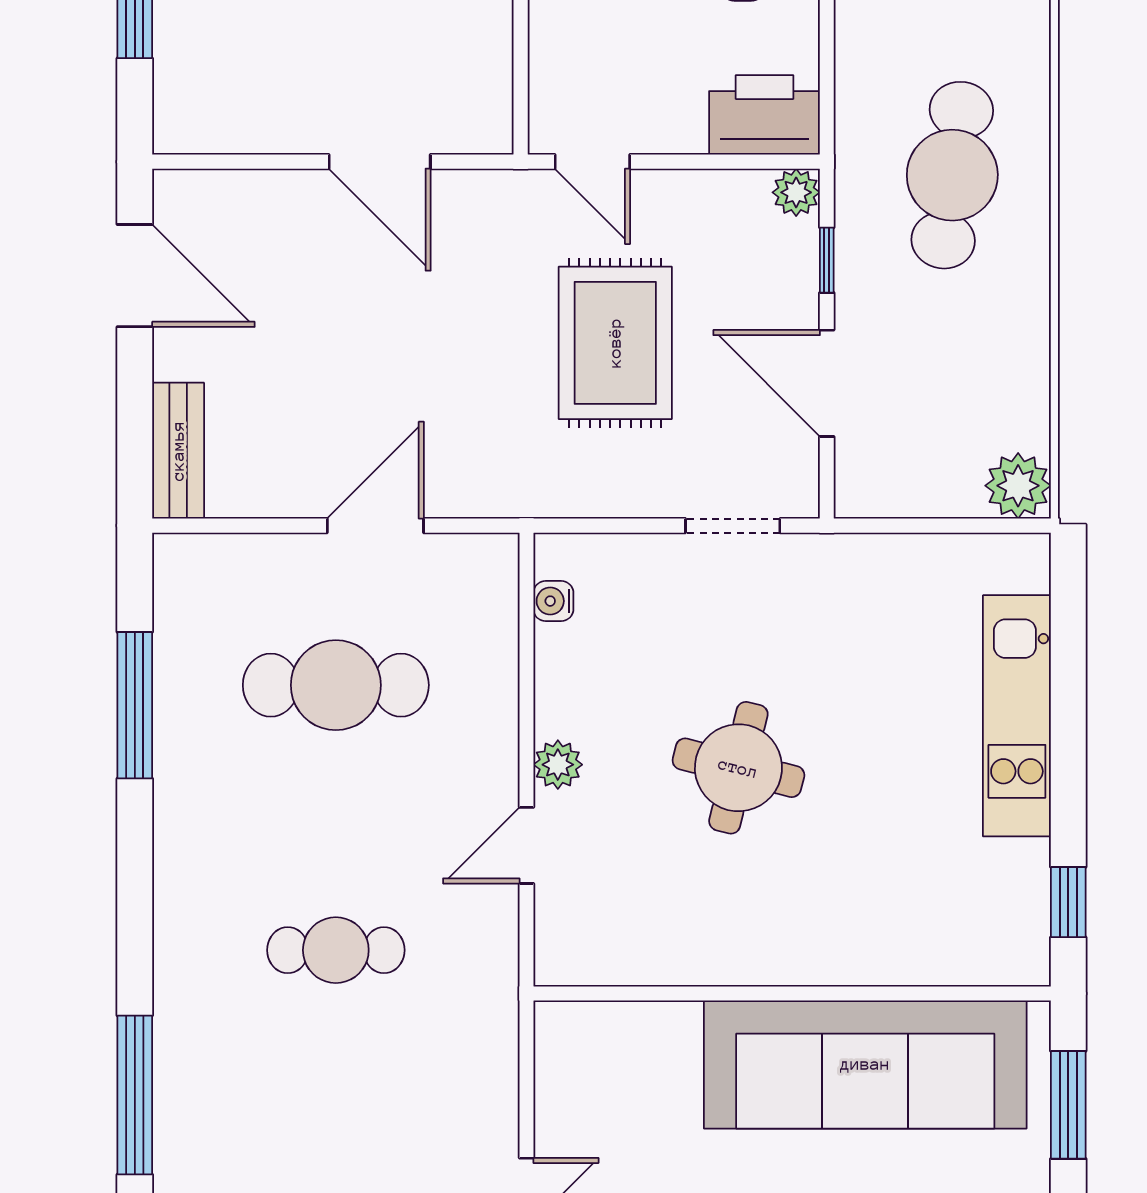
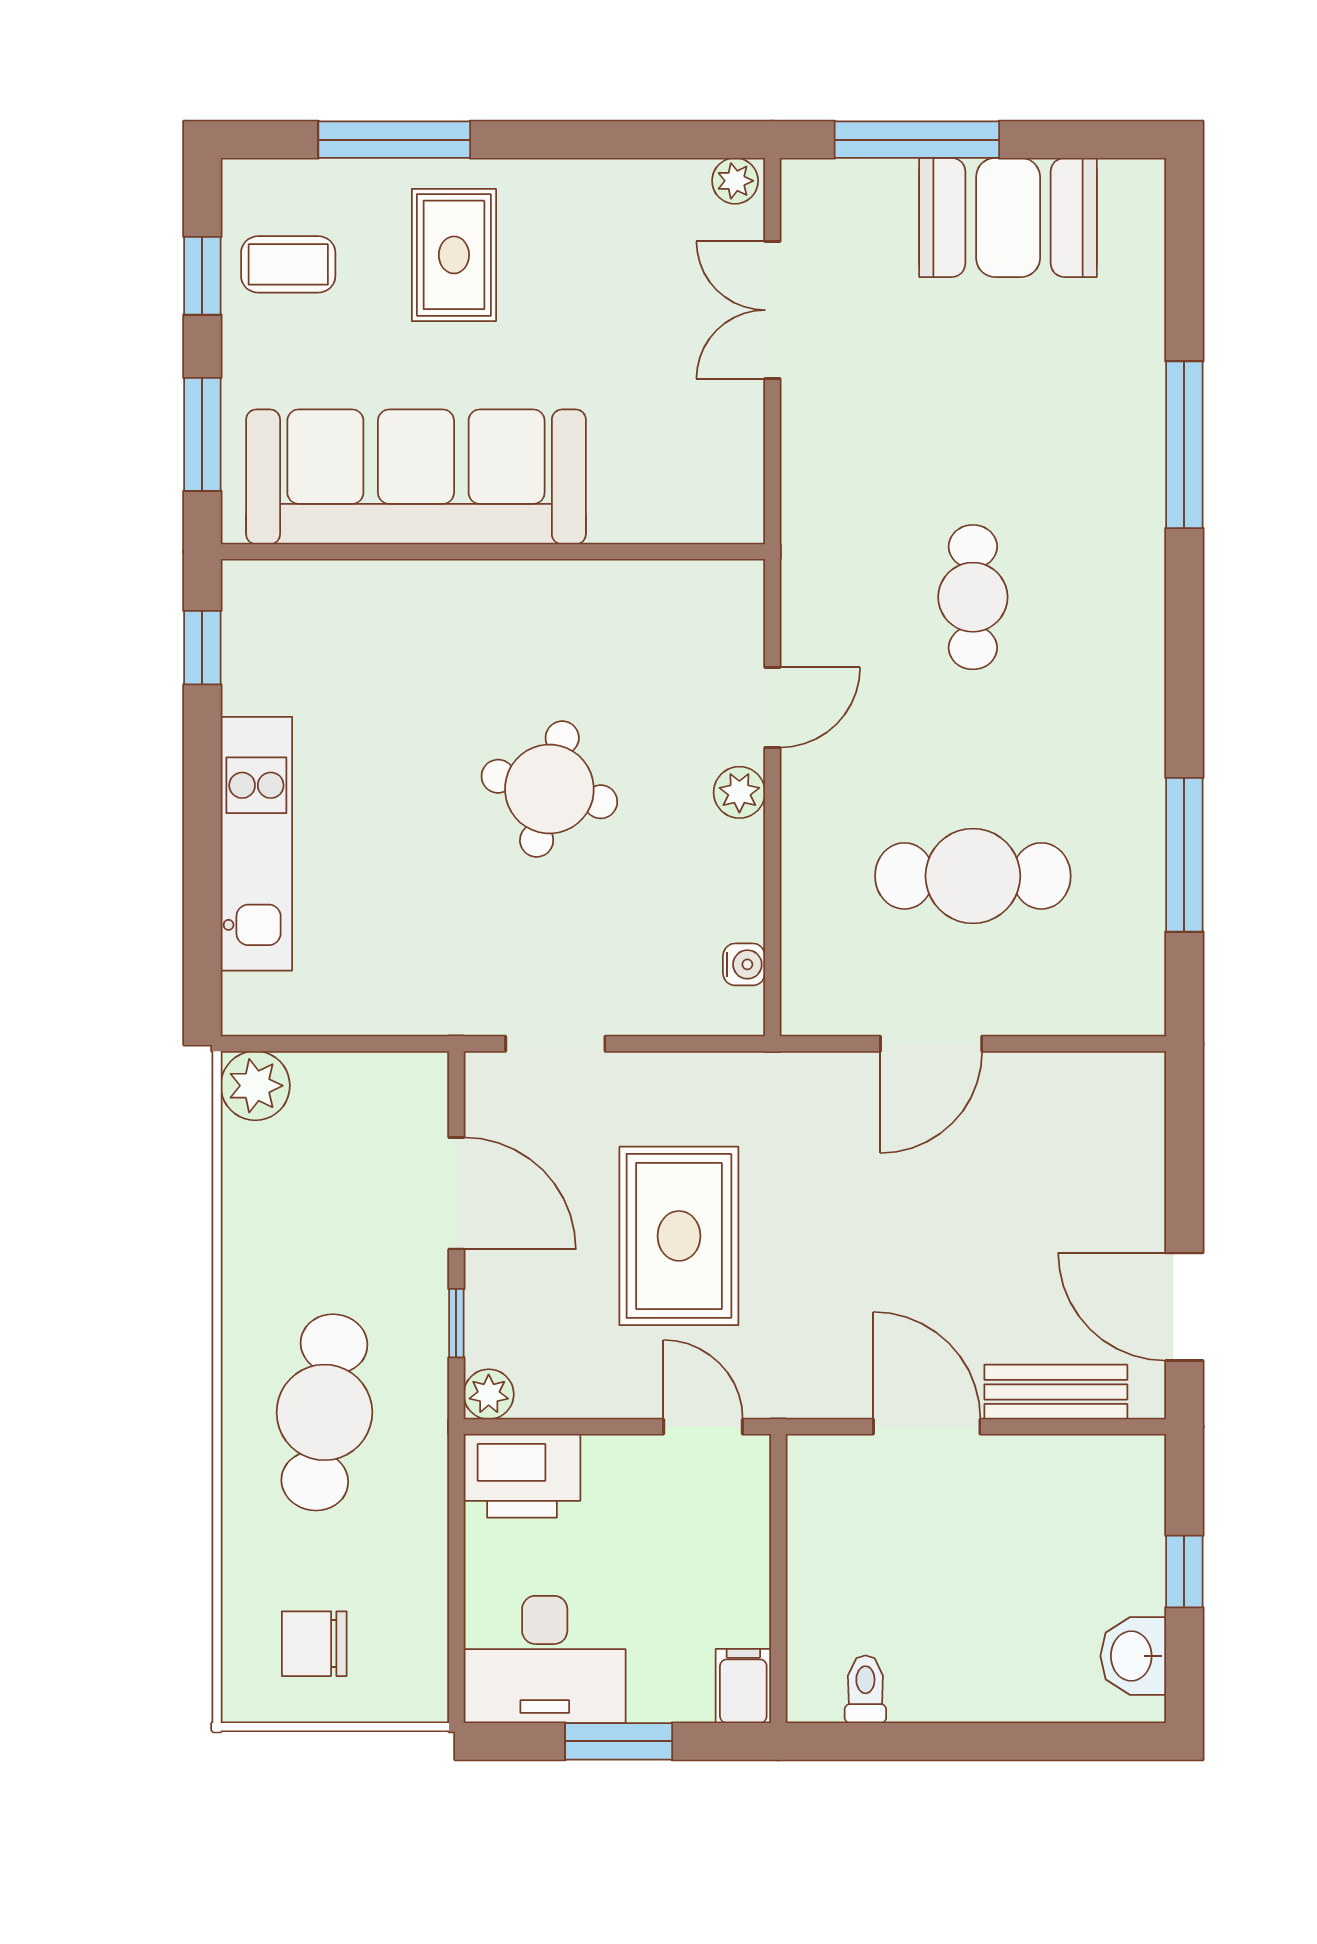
bench: (178, 451) -> (1056, 1392), moved, turned 90
cafe table: (336, 950) -> (973, 597), turned 90

